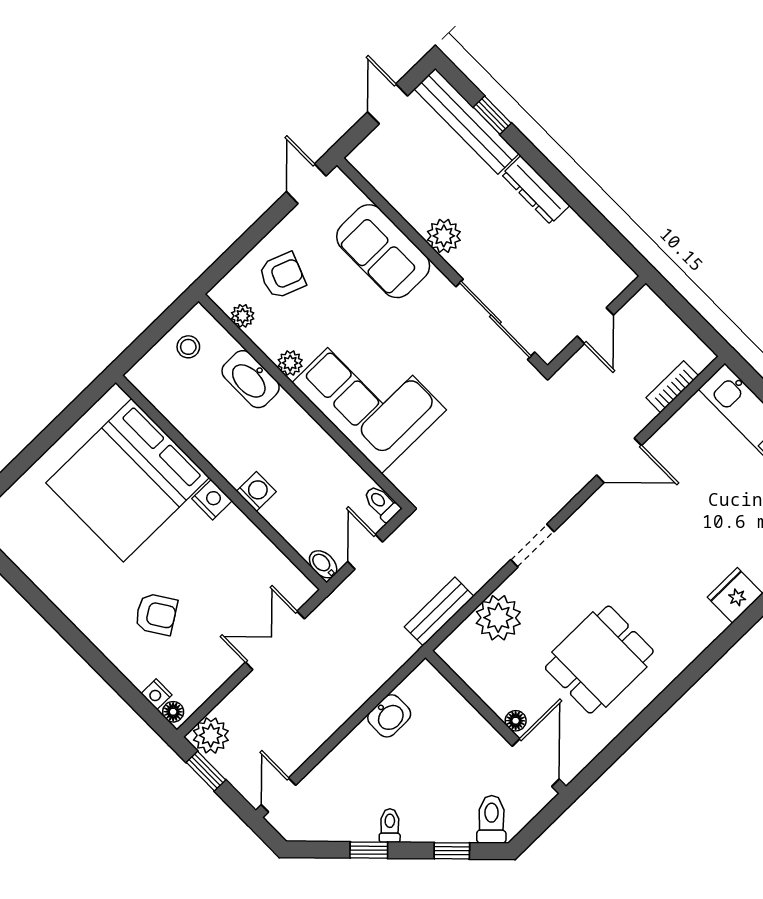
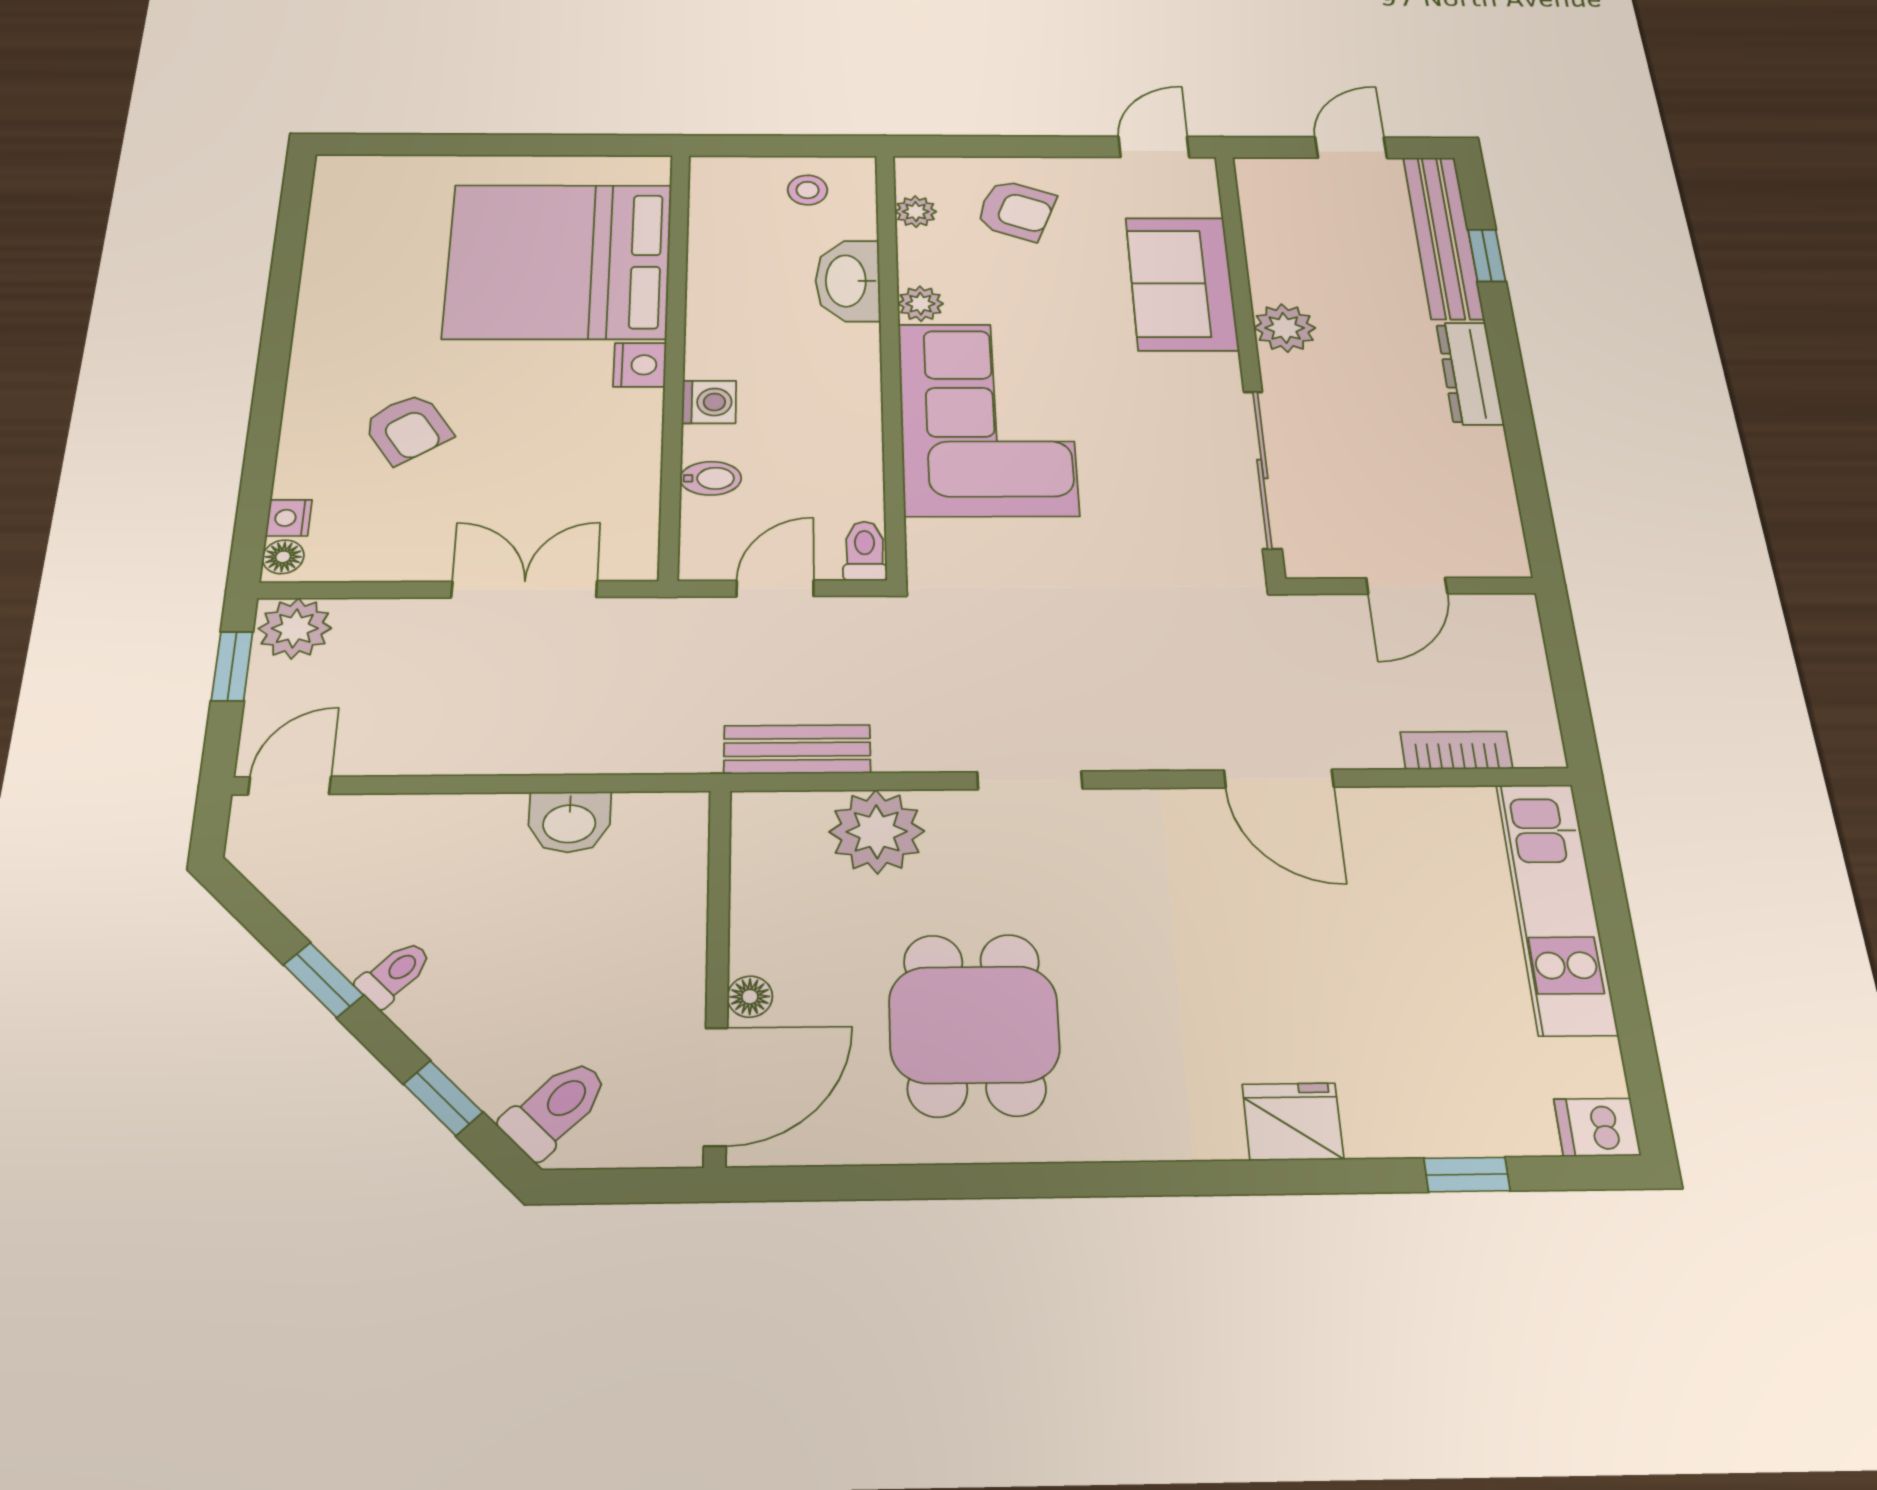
bidet: (323, 564) -> (711, 478), moved, turned 90
dining table: (599, 660) -> (974, 1024), turned 90

